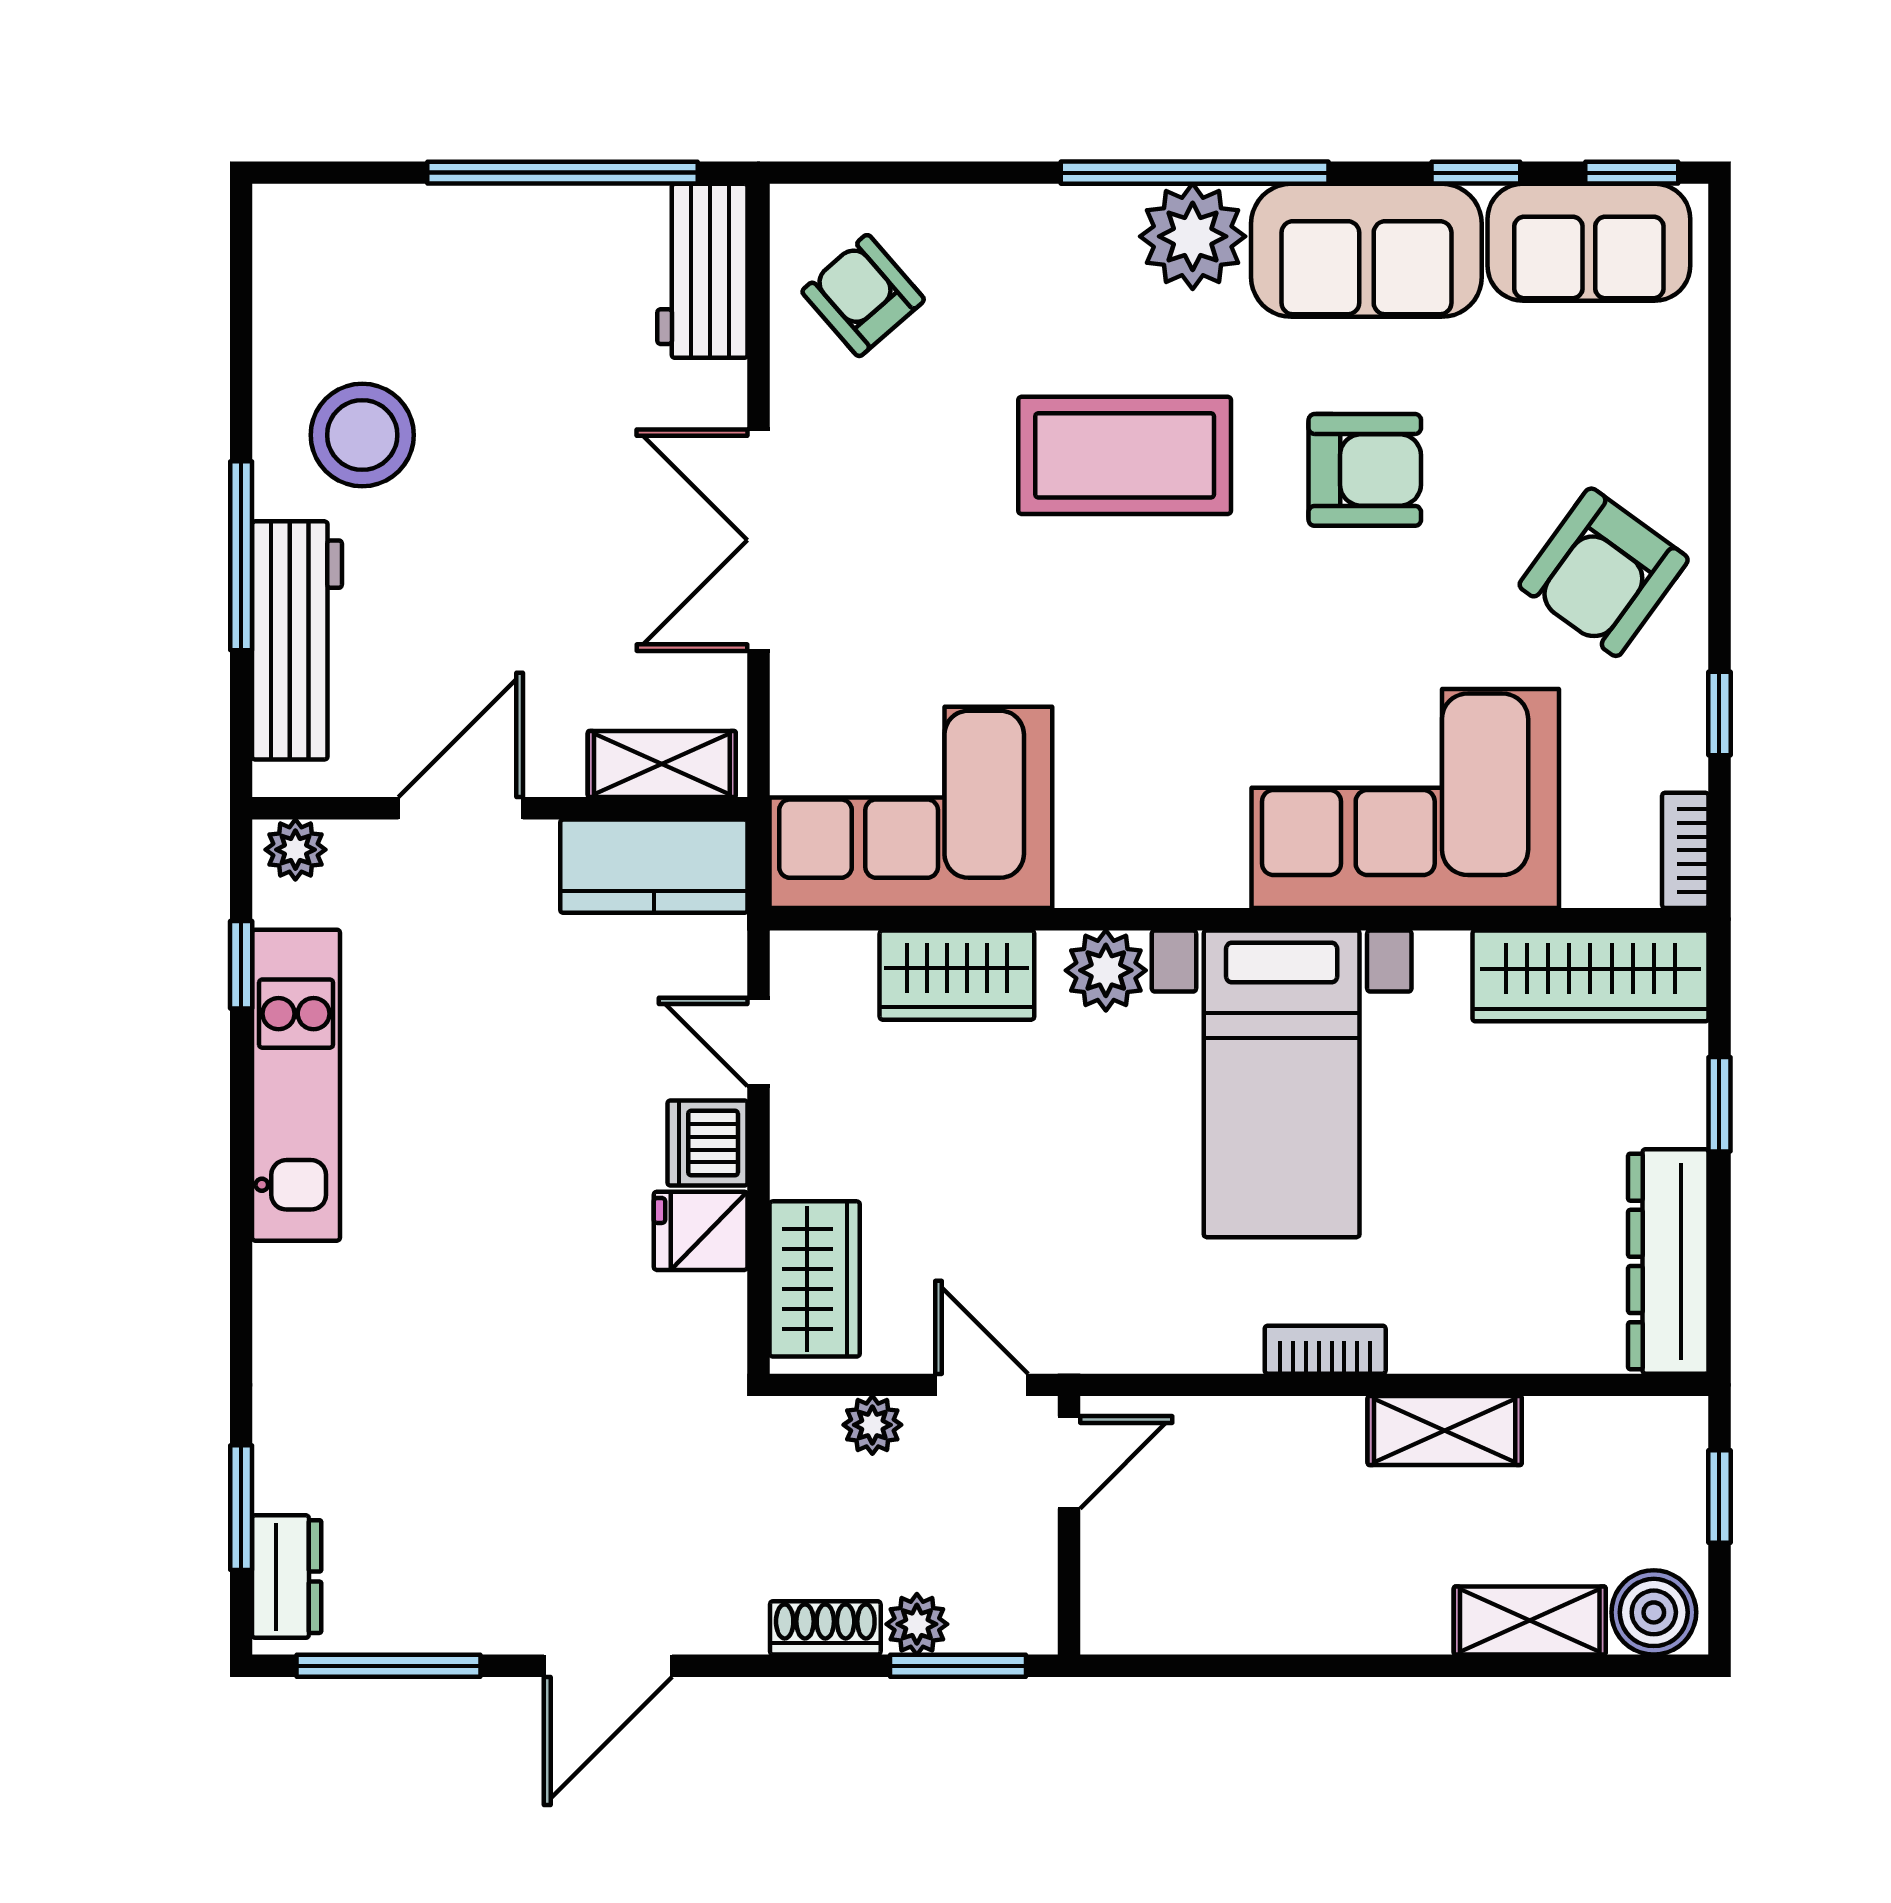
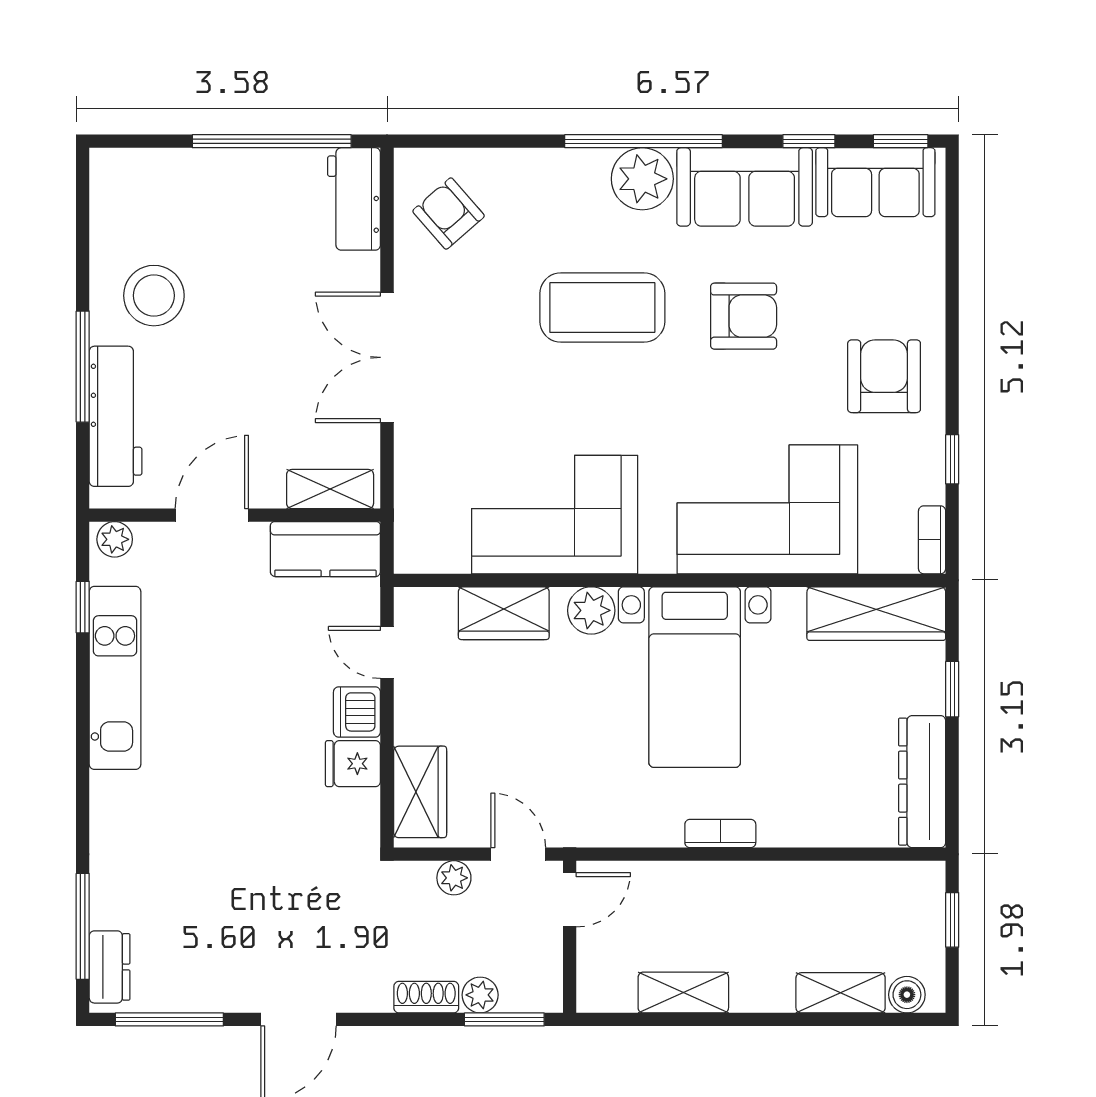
armchair: (1604, 572) -> (884, 376), turned 144
corner sofa: (911, 807) -> (555, 515), moved
shelving: (1445, 1431) -> (683, 993), moved
window: (241, 1508) -> (83, 926), width x1.44
boiler: (1654, 1612) -> (907, 995), width x0.73, depth x0.73

